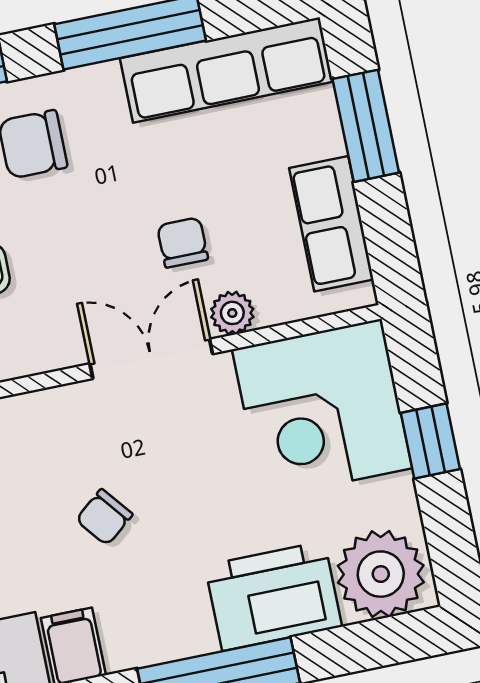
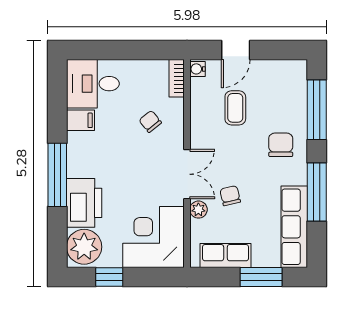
chair: (183, 242) -> (230, 196), turned -103
window: (430, 441) -> (109, 277), moved
chair: (104, 517) -> (150, 121), moved

